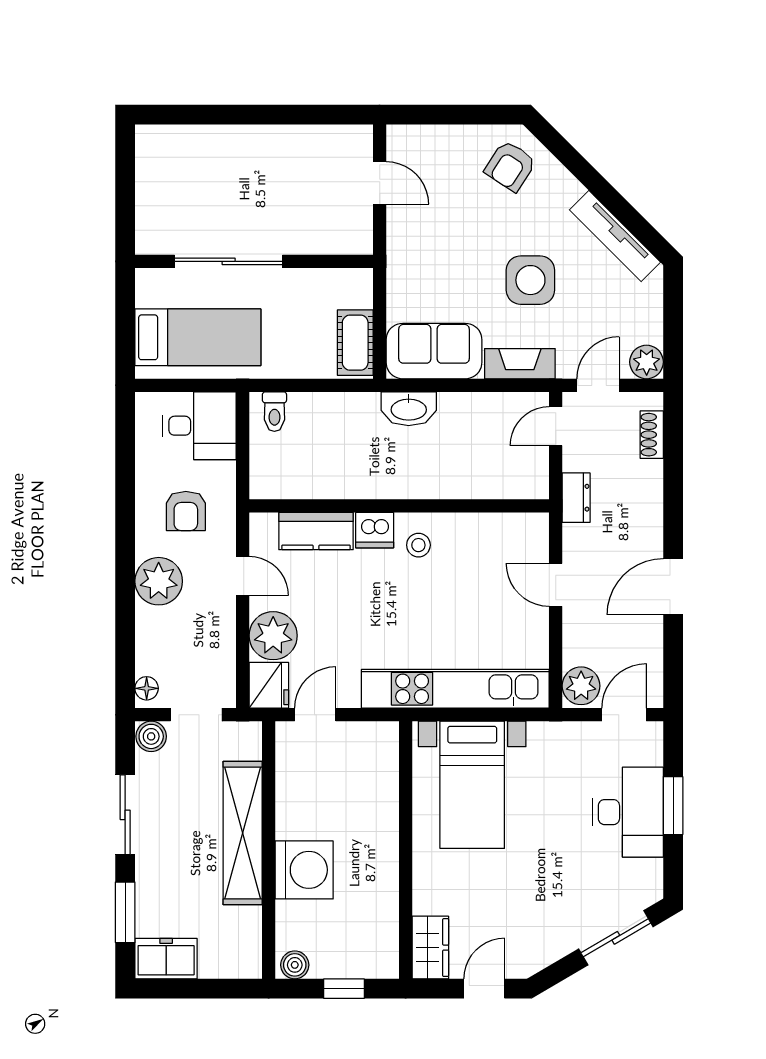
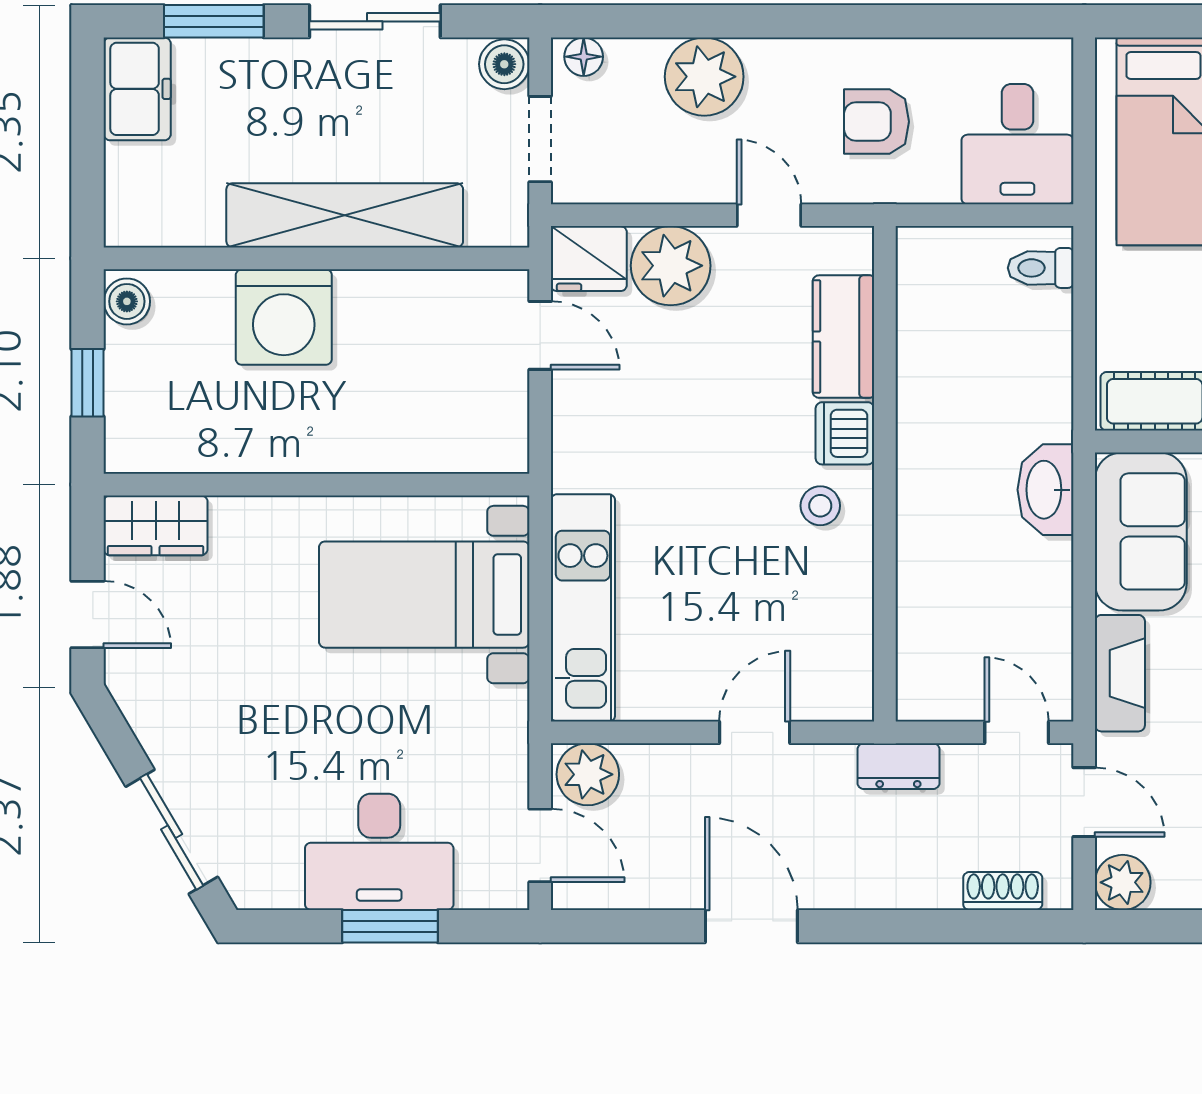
door: (243, 576) -> (769, 215), swing flipped
plant: (159, 581) -> (704, 77), moved
kitchen unit: (455, 689) -> (583, 608), width x0.73

